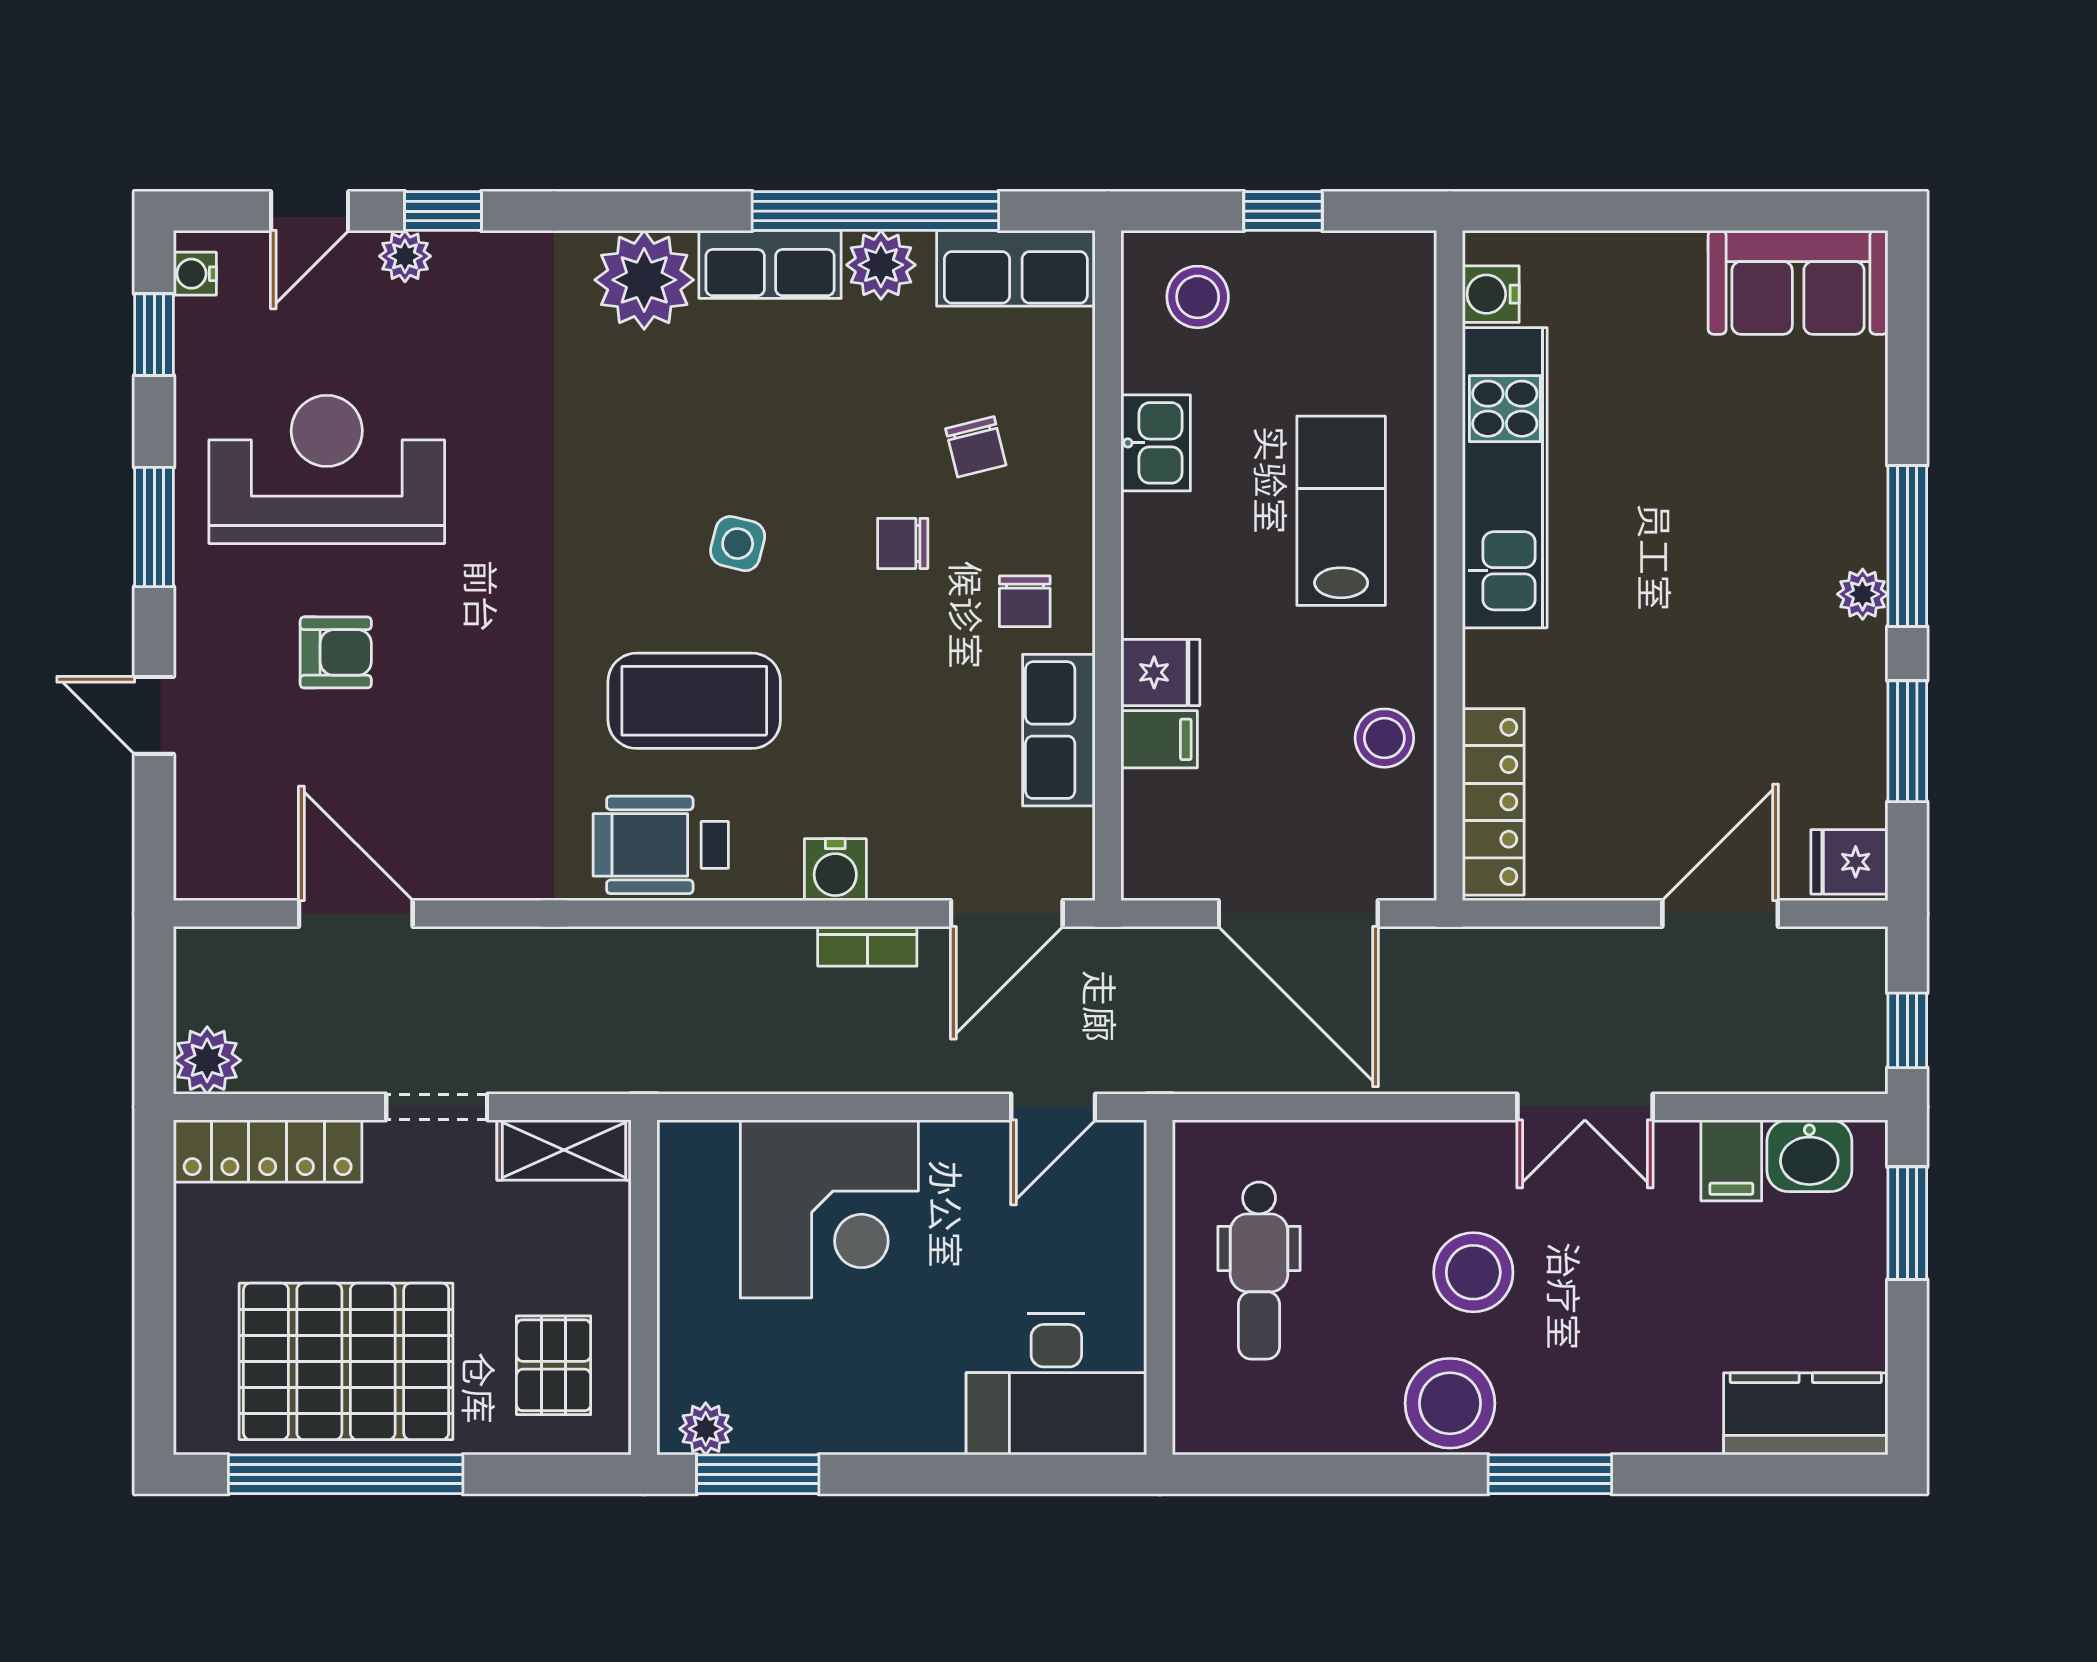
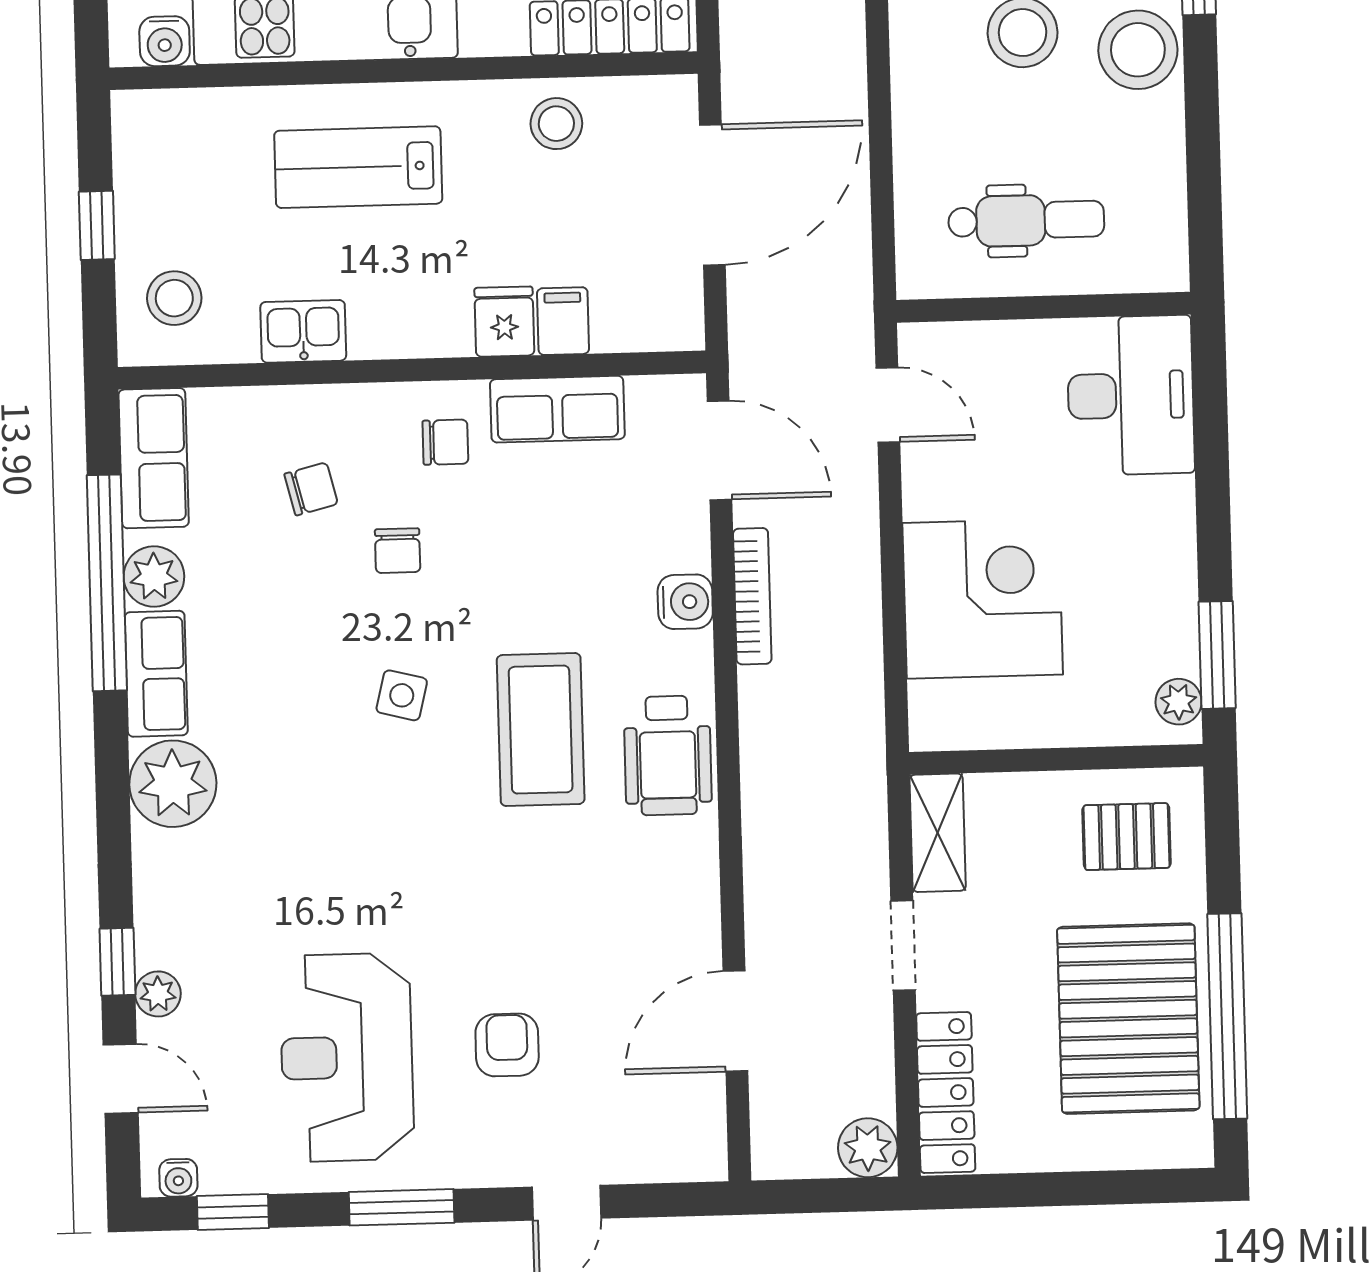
bookcase: (867, 946) -> (752, 596), width x1.56

